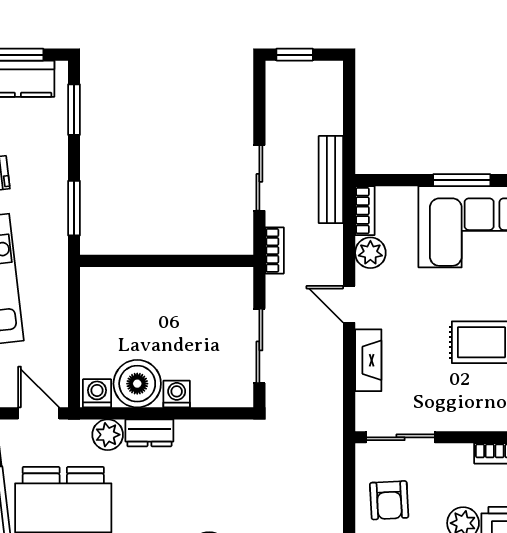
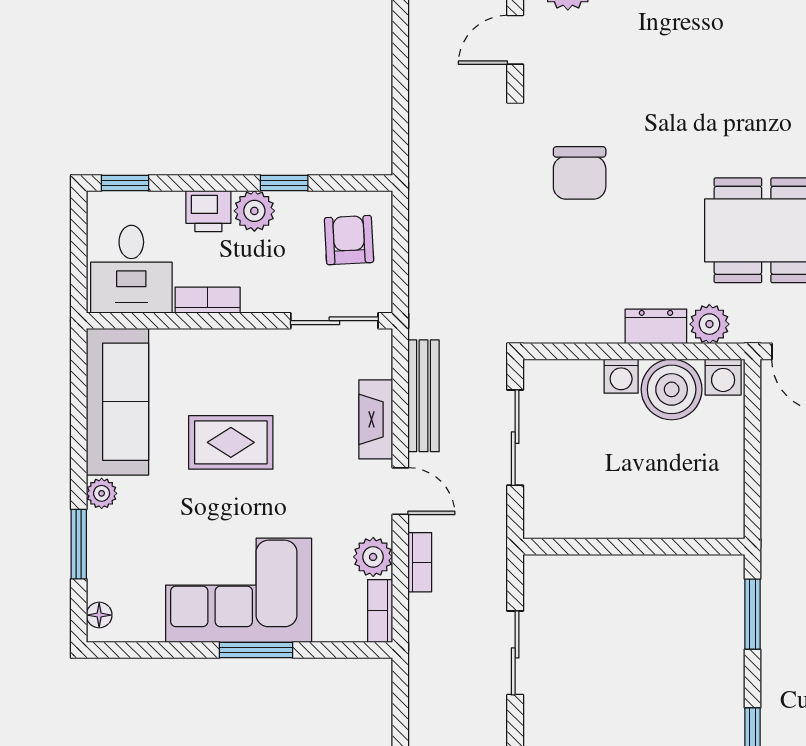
bench: (331, 180) -> (424, 396), moved
bookcase: (275, 250) -> (420, 562), moved, turned 180

